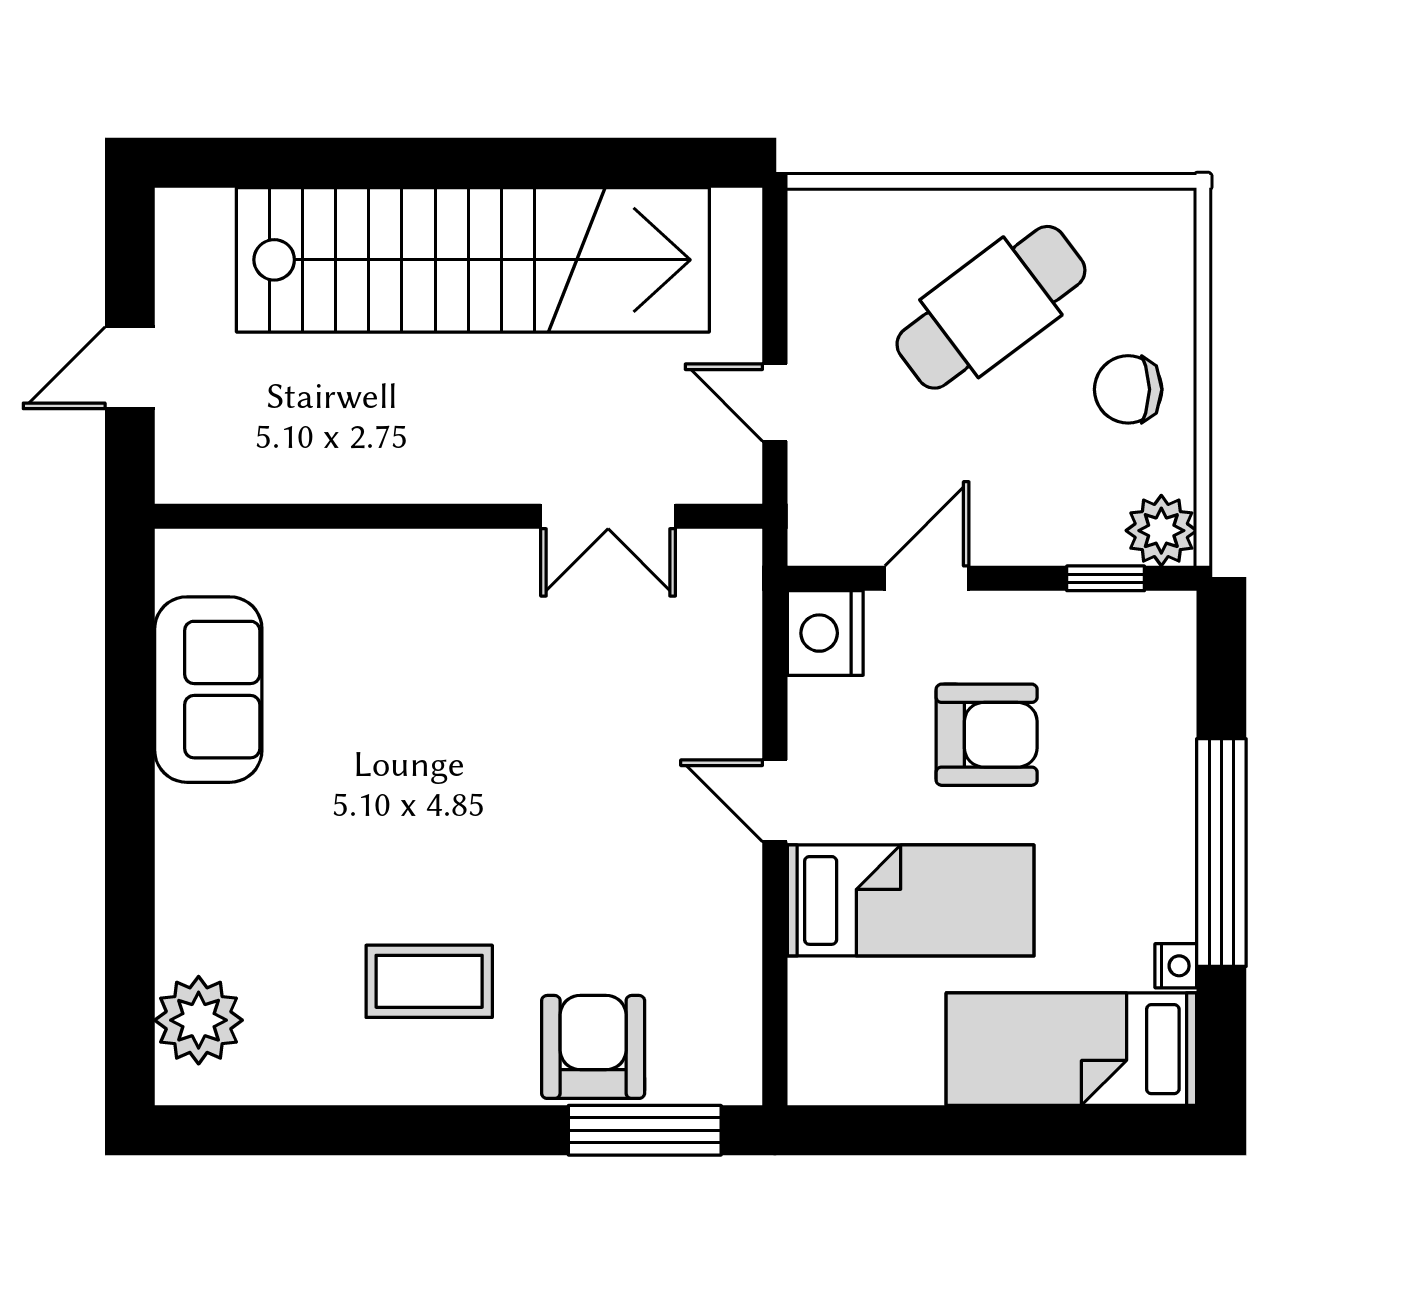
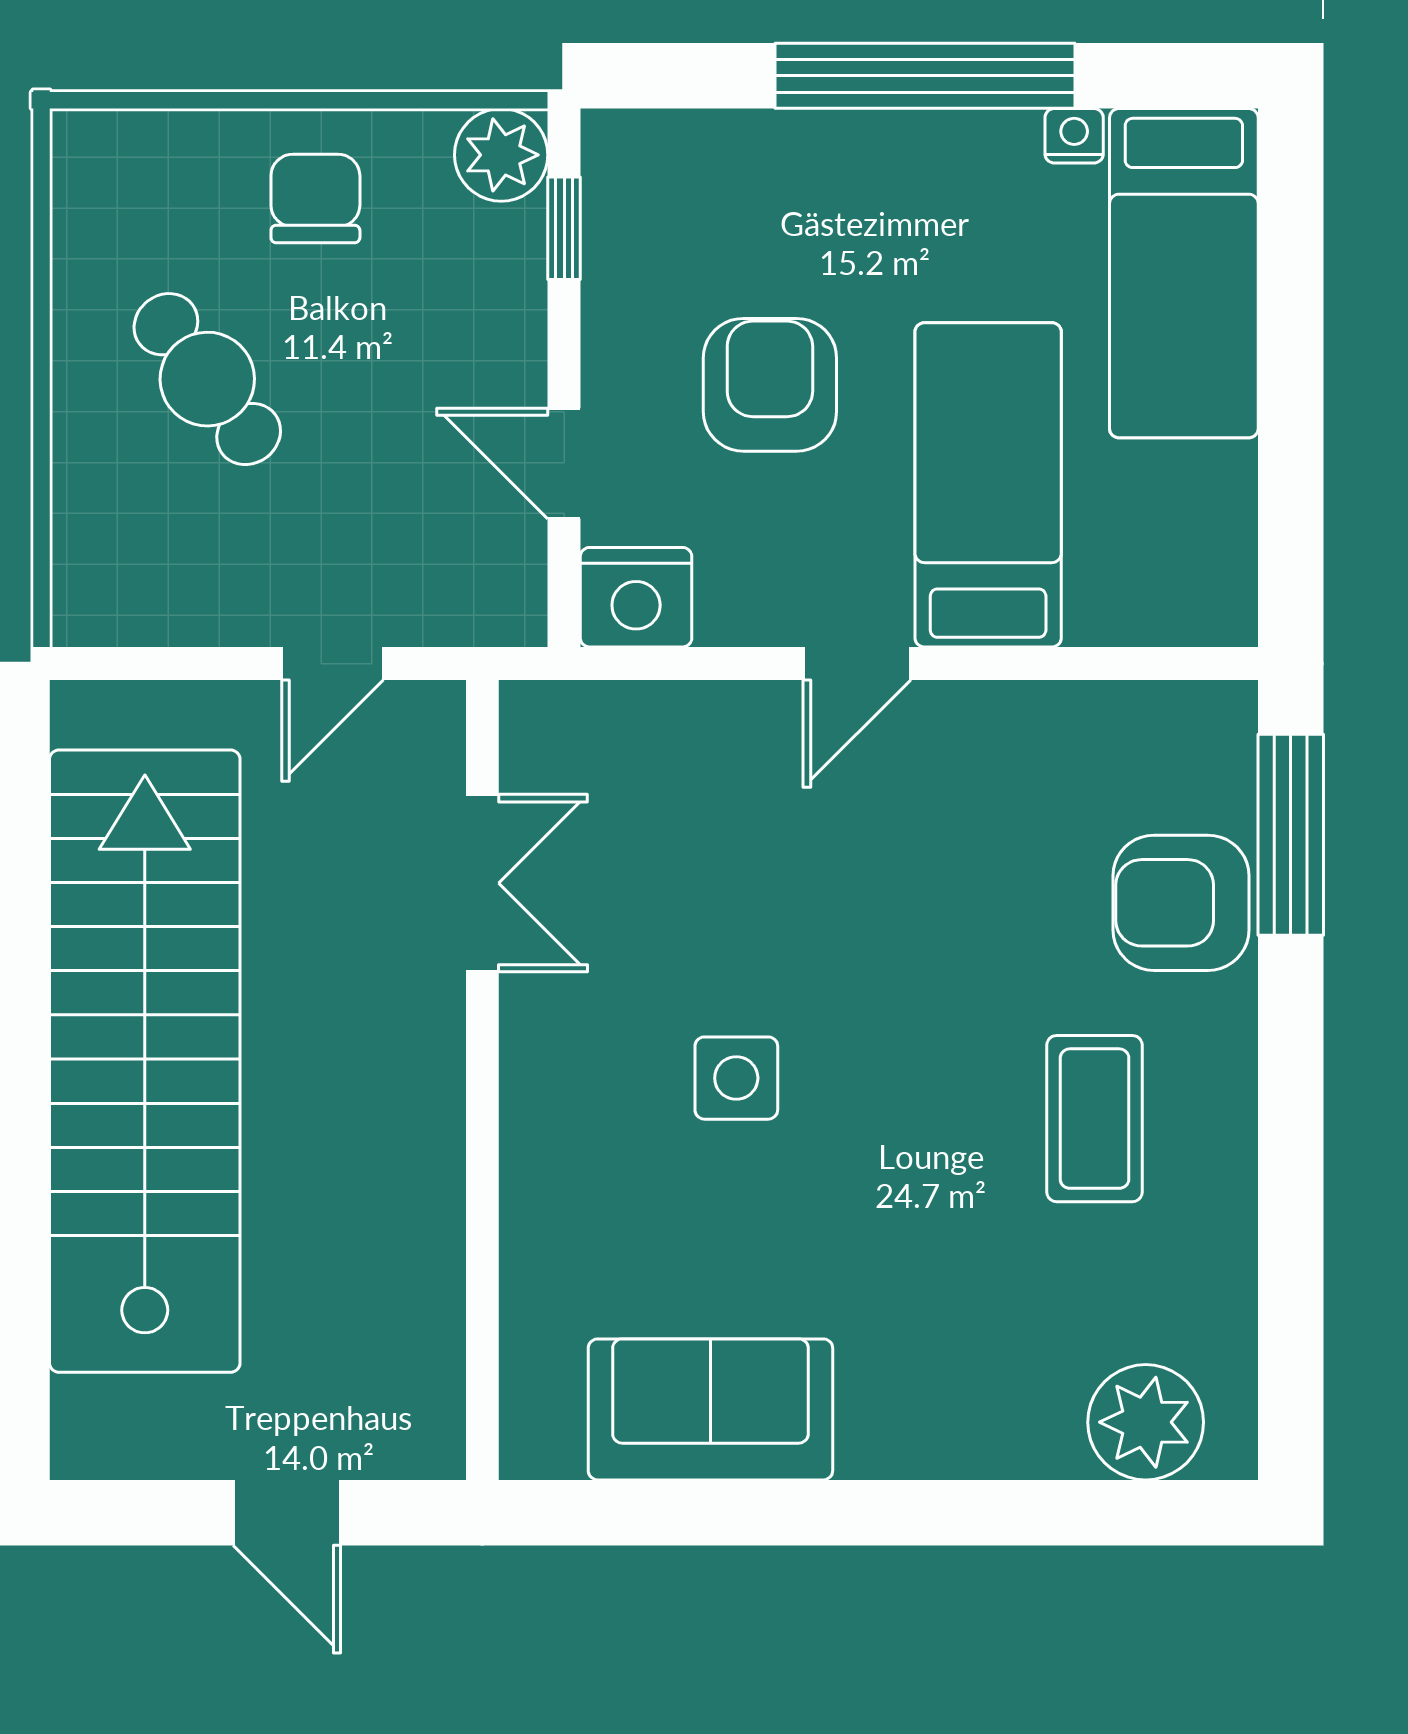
cafe table: (991, 307) -> (207, 379), width x0.73, depth x0.74
chair: (1128, 389) -> (315, 198), turned 180
side table: (460, 709) -> (736, 1078), added

